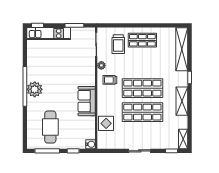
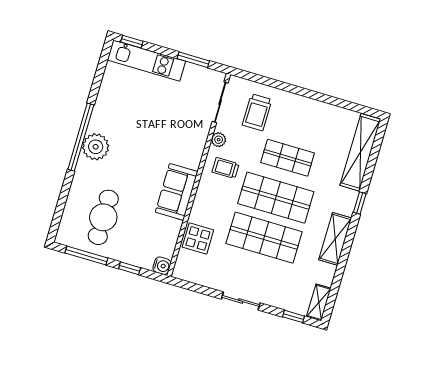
shop shelf: (142, 40) -> (288, 158), moved

